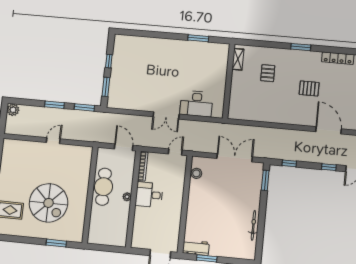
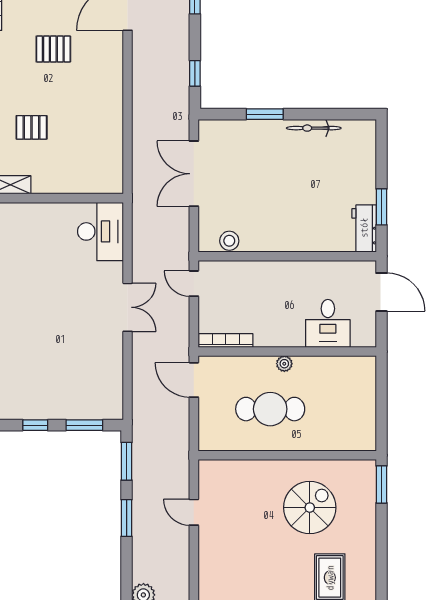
pallet: (309, 88) -> (53, 49), turned 90
desk: (196, 104) -> (100, 231), moved
door: (124, 147) -> (194, 380), hinge flipped
window: (265, 180) -> (265, 114), moved
wall: (90, 195) -> (287, 455), moved
desk: (149, 195) -> (328, 323), moved
spiral stairs: (49, 203) -> (310, 508), width x0.73, depth x0.73

